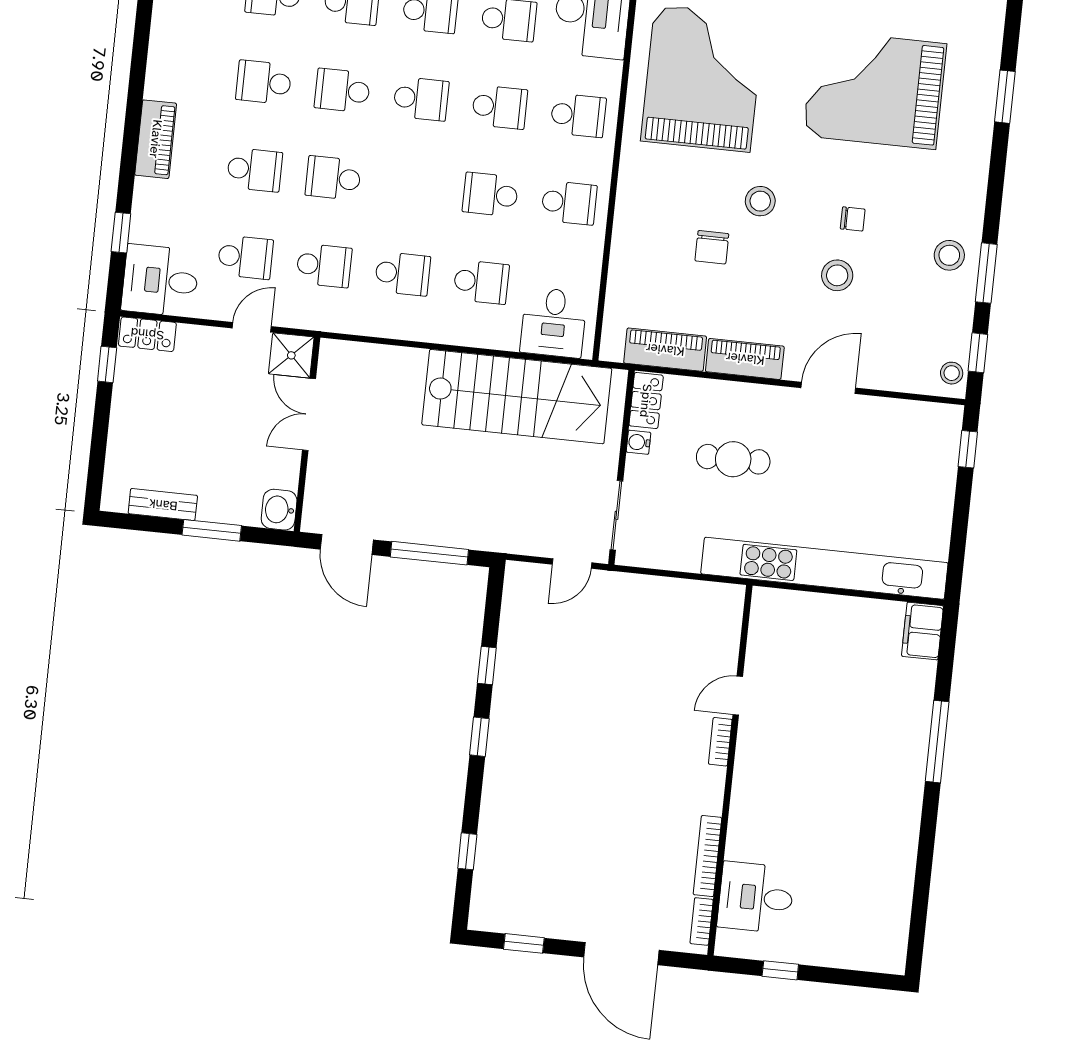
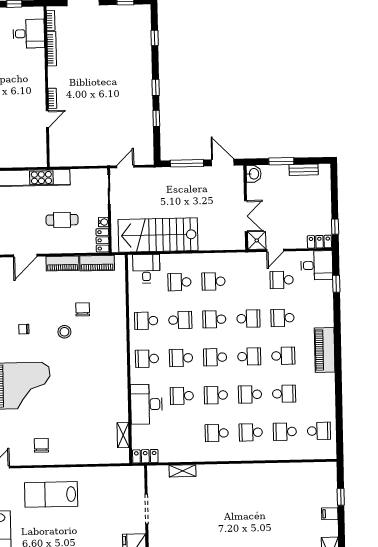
grand piano: (702, 78) -> (96, 381), removed
piano: (156, 139) -> (325, 350), moved, width x1.37, depth x1.33
school desk: (324, 265) -> (214, 319), moved
stool: (837, 275) -> (28, 304), removed

